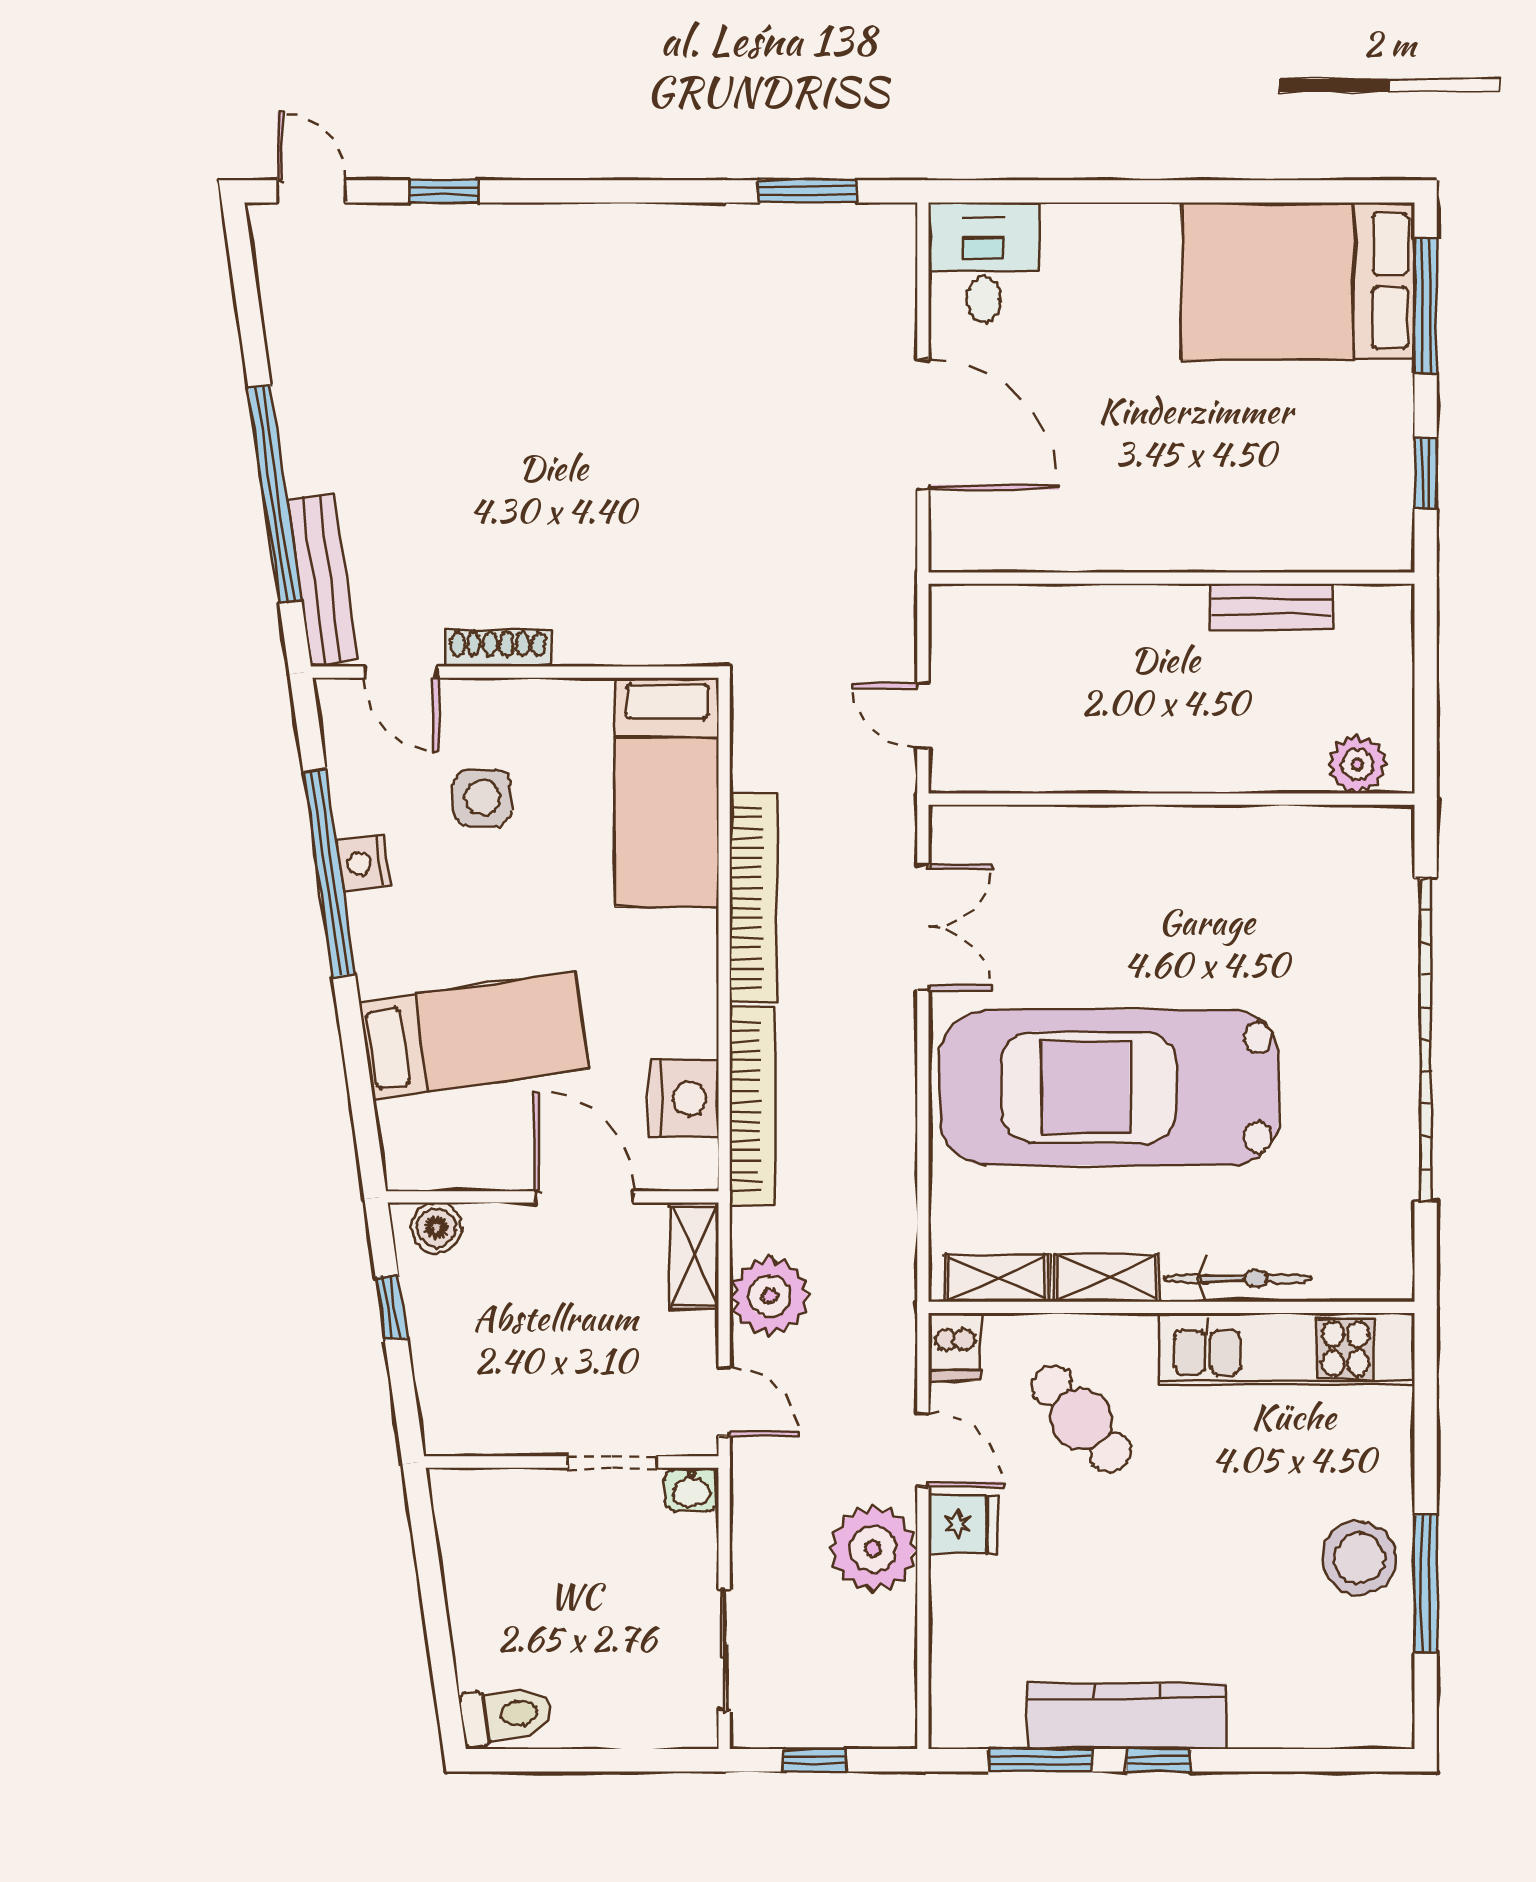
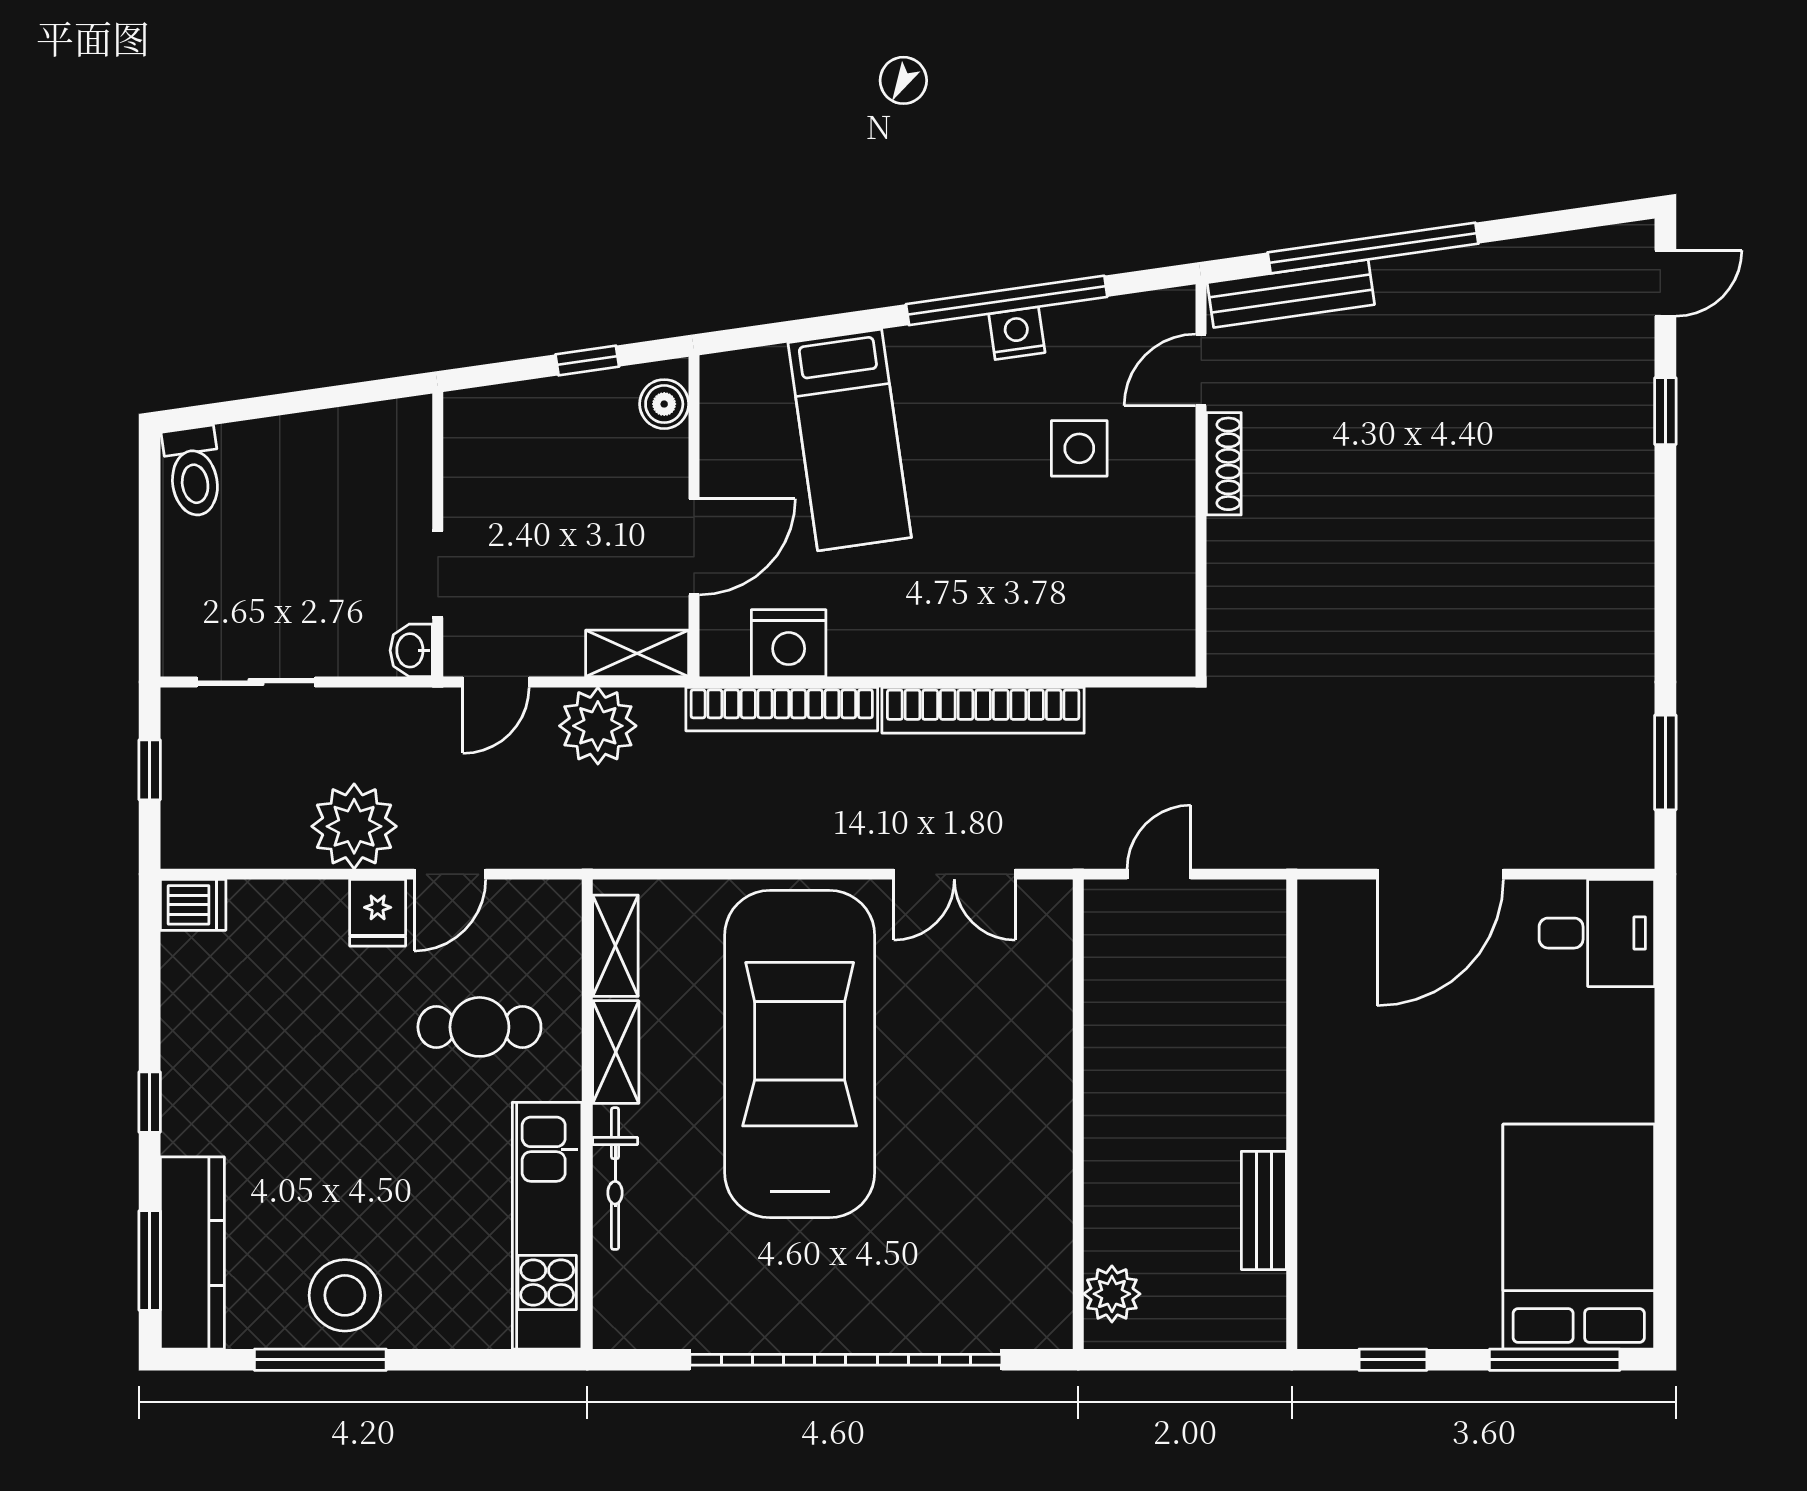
bed: (667, 792) -> (1085, 627), removed
dishwasher: (955, 1347) -> (193, 905), moved, turned 180
cafe table: (1081, 1419) -> (479, 1027), turned 41
kitchen counter: (1127, 1716) -> (192, 1253), moved
window: (1041, 1760) -> (150, 1260), moved

